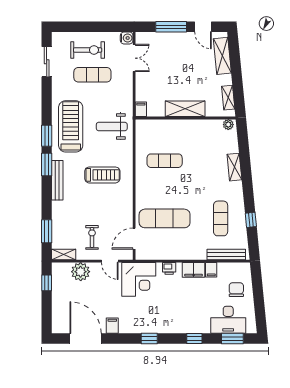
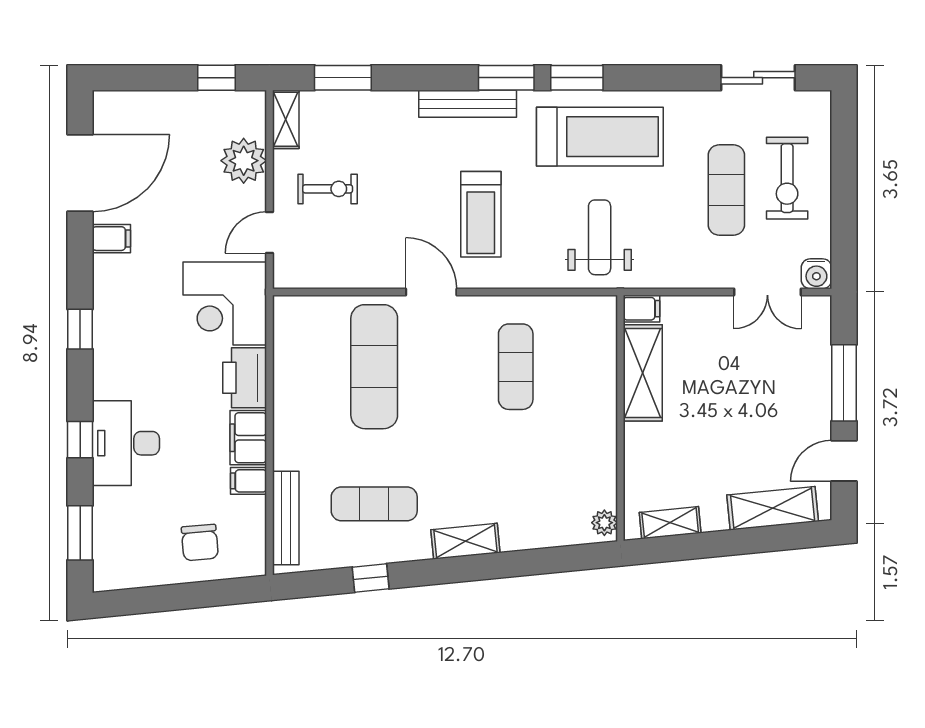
shelving: (185, 109) -> (643, 373), moved
shelving: (234, 167) -> (465, 541), moved
door: (134, 239) -> (431, 292), moved
printer: (169, 268) -> (245, 378), width x1.87, depth x1.48
chair: (236, 290) -> (200, 543), turned 85
desk: (228, 320) -> (126, 443), moved

